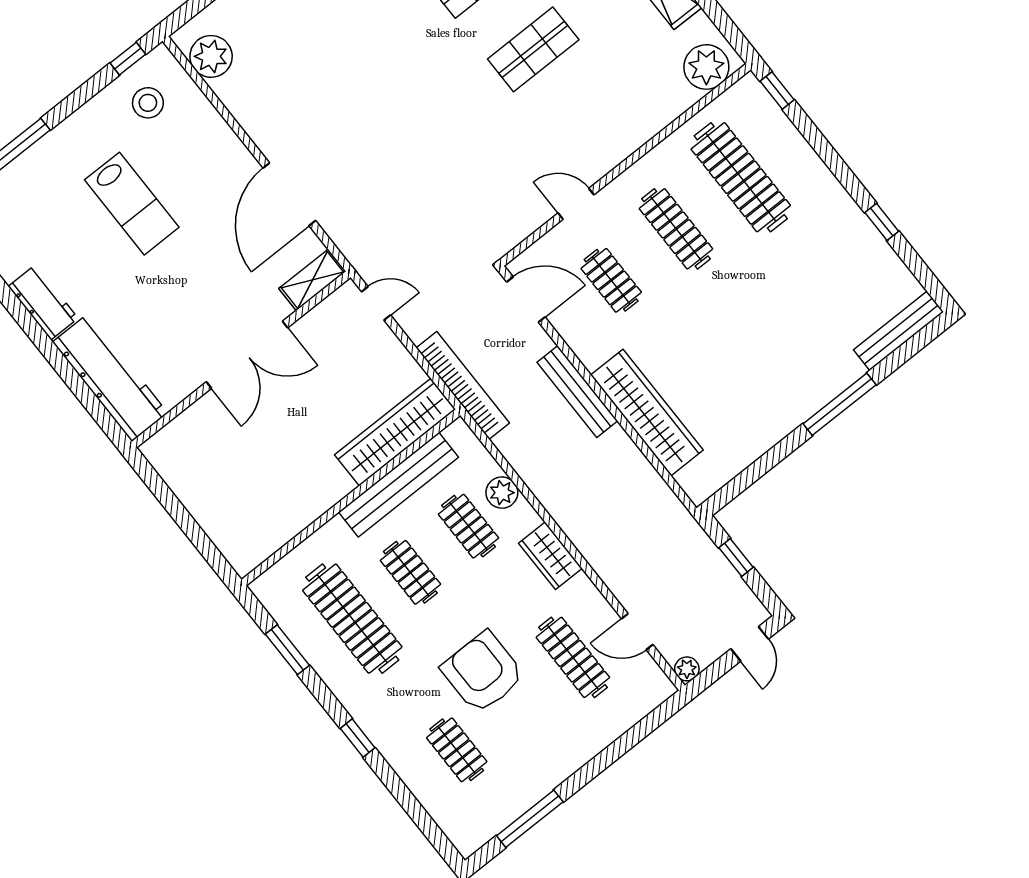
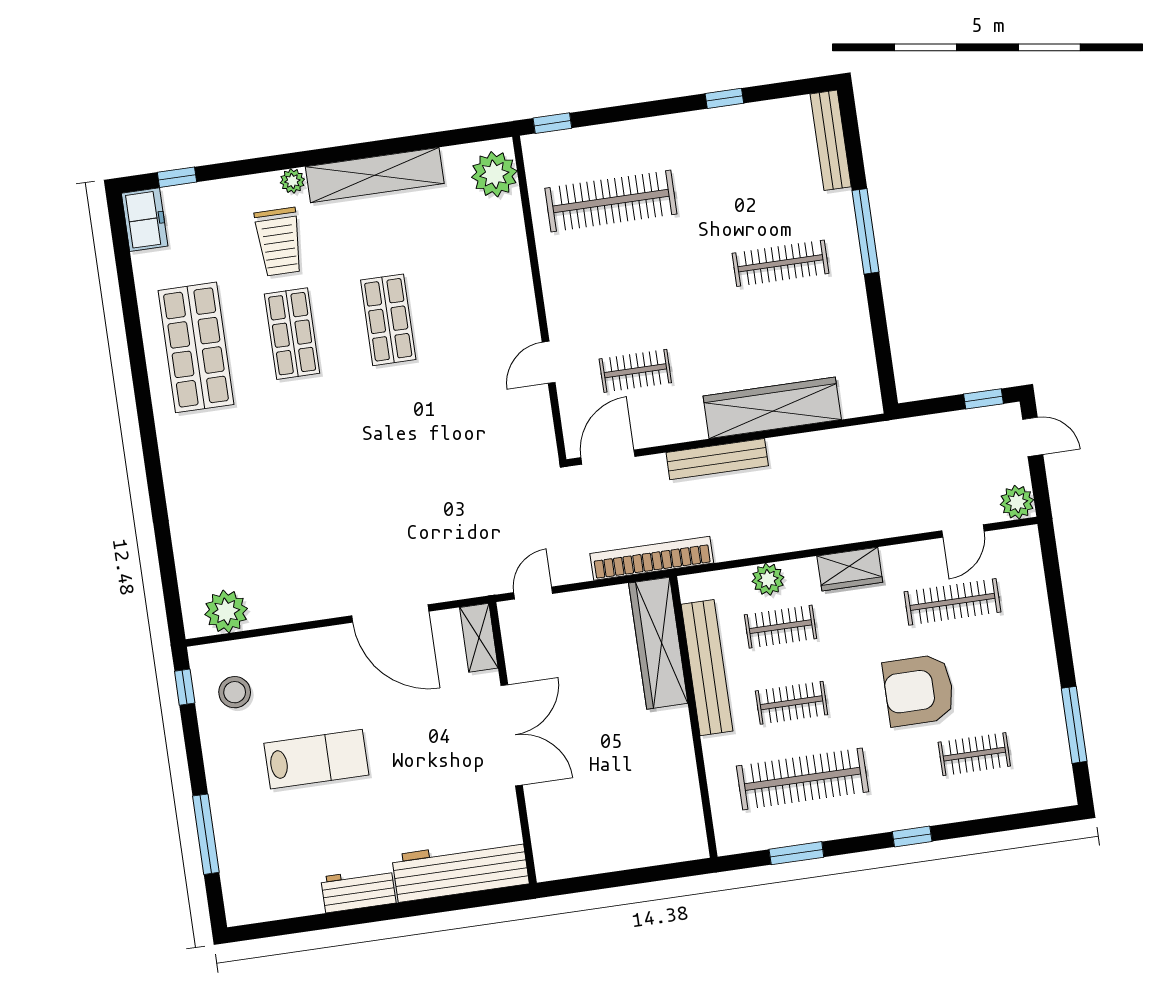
clothes rail: (676, 229) -> (780, 263), moved
window: (736, 557) -> (983, 399), moved
plant: (687, 669) -> (1017, 502), width x1.38, depth x1.38

